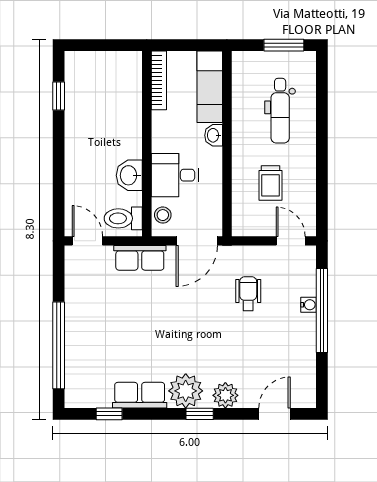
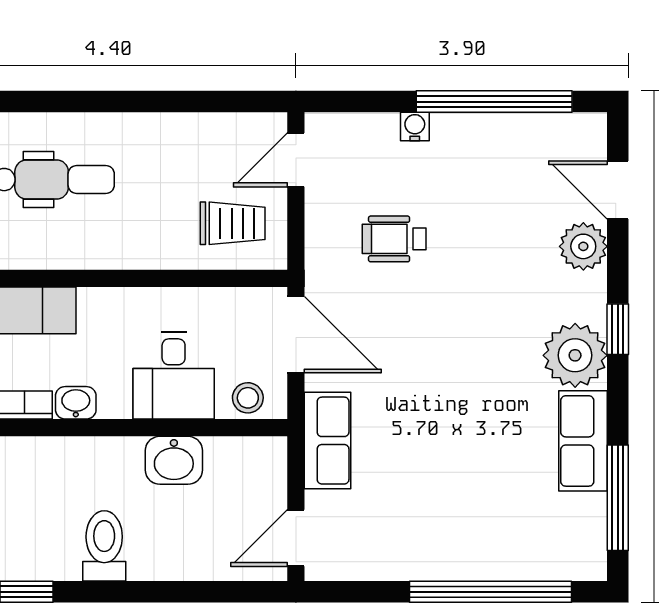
washbasin: (214, 135) -> (76, 403), moved, turned 180
trolley: (271, 183) -> (233, 223), moved
toilet: (123, 218) -> (104, 546), moved, turned 180
window: (322, 311) -> (494, 102), moved
plant: (225, 395) -> (583, 246), moved
window: (109, 414) -> (618, 498), width x2.17

